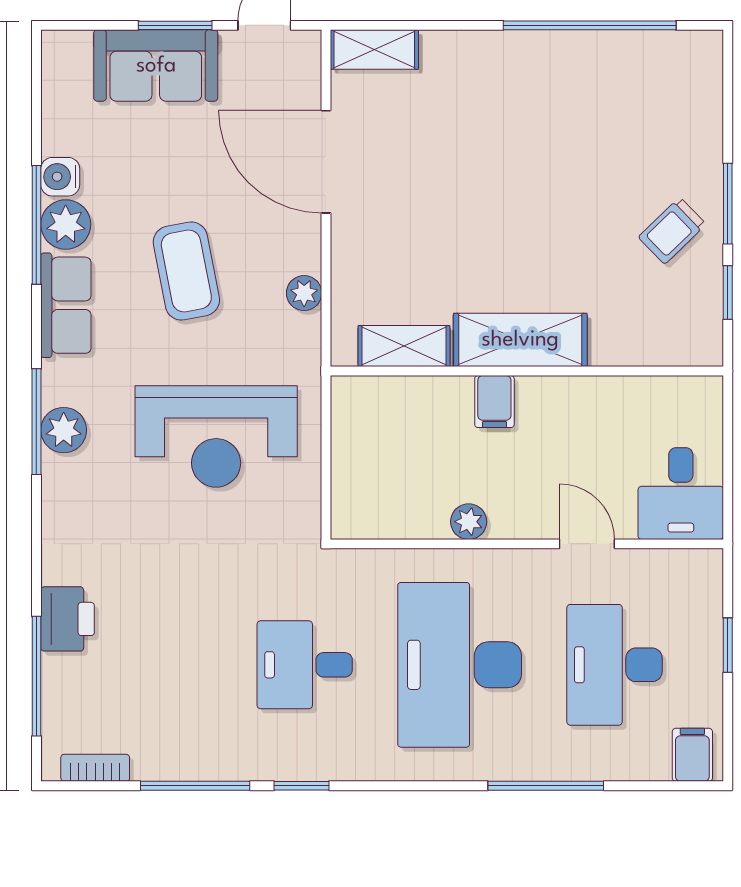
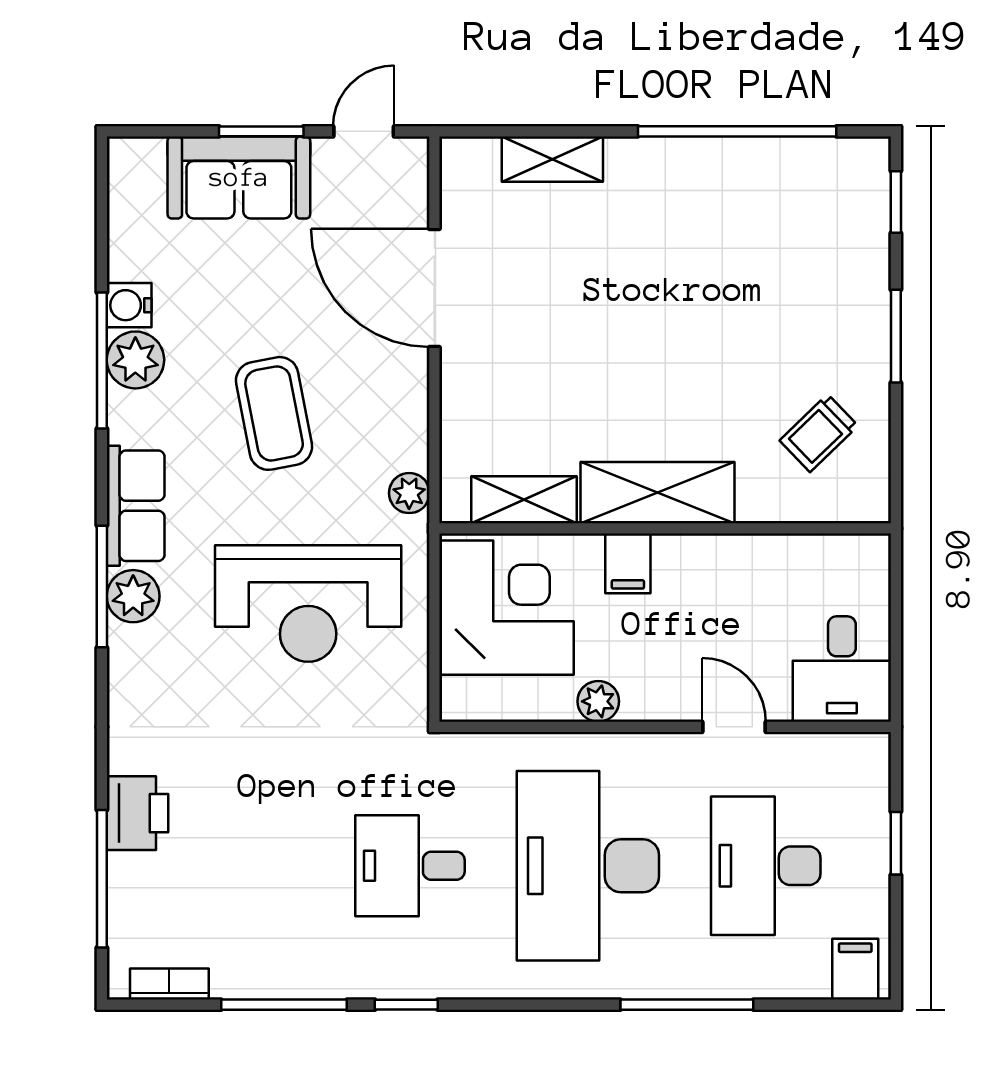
shelving: (374, 49) -> (552, 159), moved
trolley: (672, 231) -> (819, 433), moved
plant: (304, 293) -> (409, 493), moved
window: (728, 293) -> (896, 202), moved
row of seats: (66, 305) -> (136, 506), moved
corner desk: (389, 440) -> (507, 608), added

